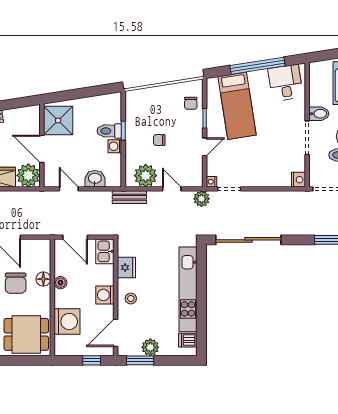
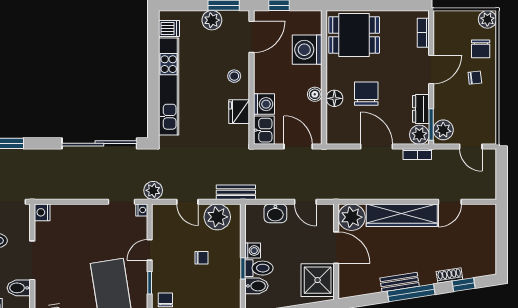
bidet: (111, 115) -> (256, 286), added
washing machine: (105, 295) -> (264, 104), moved

